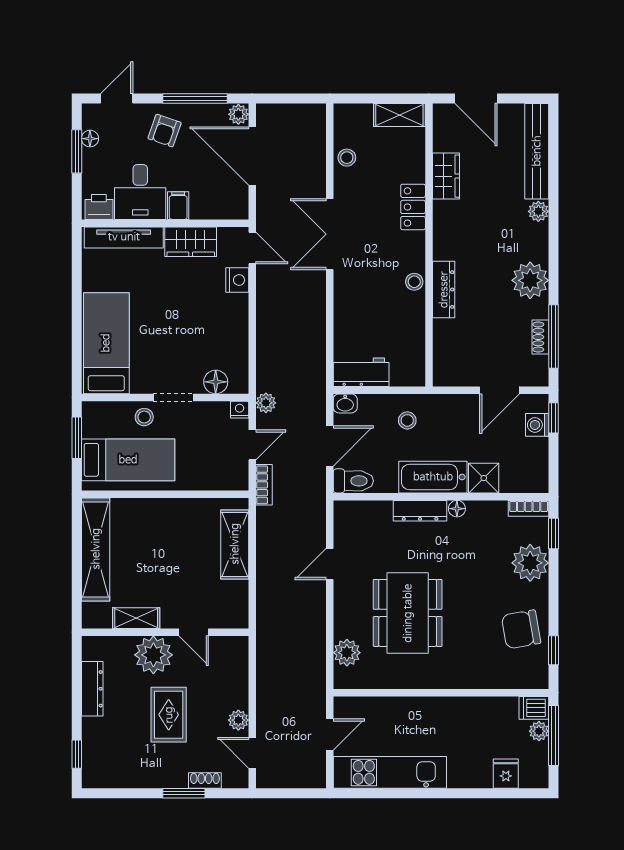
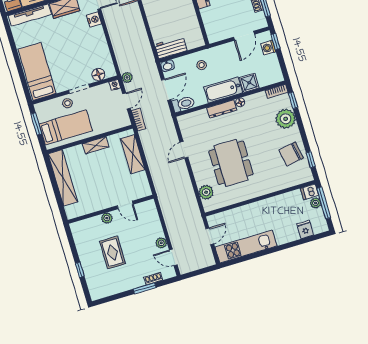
shelving: (136, 618) -> (96, 145), moved
plant: (153, 655) -> (107, 218), width x0.53, depth x0.53
dresser: (92, 689) -> (82, 249), removed
rug: (169, 715) -> (112, 252), moved
window: (77, 754) -> (80, 270), moved

